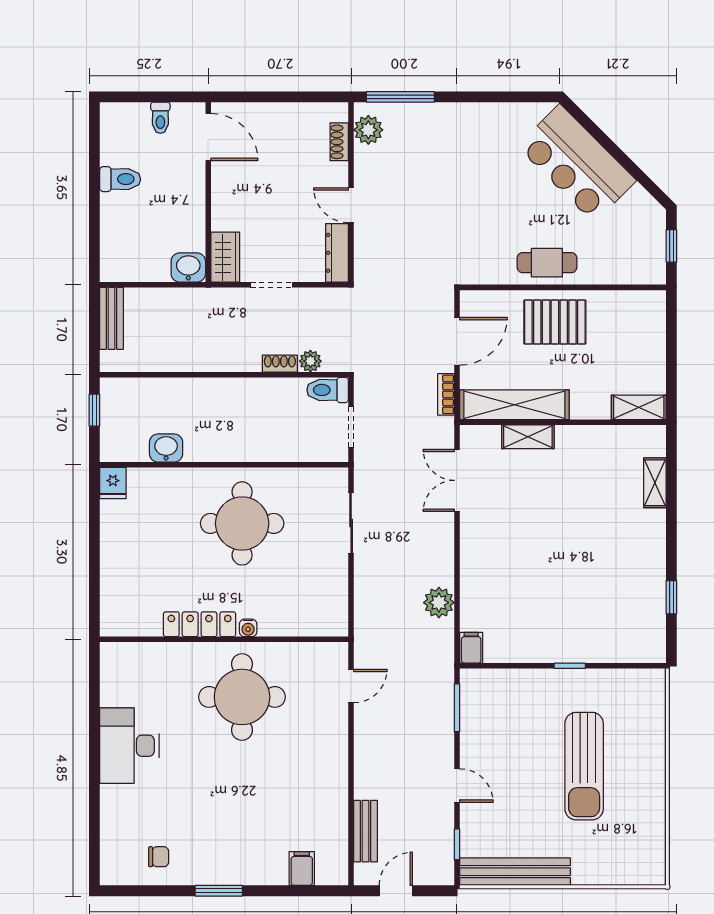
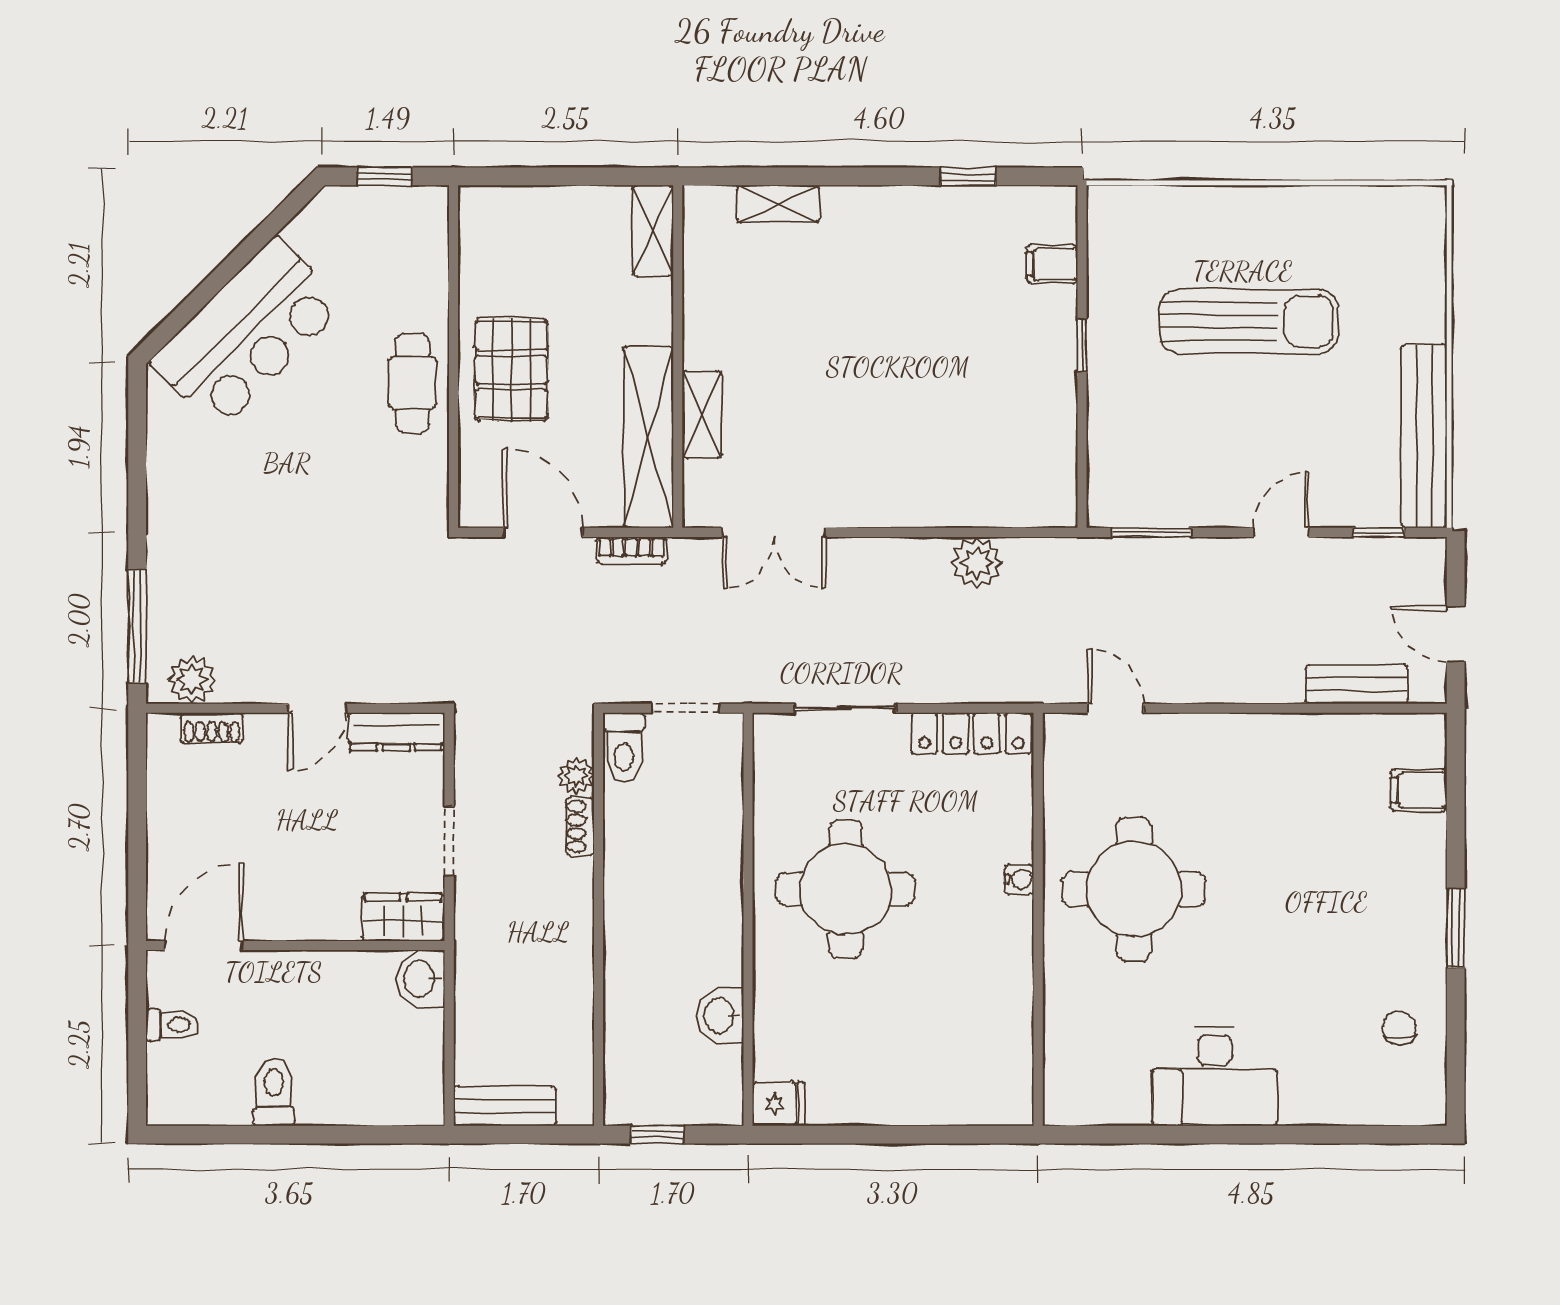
locker: (200, 624) -> (971, 733), moved, turned -90
filing cabinet: (471, 648) -> (1052, 264), moved

